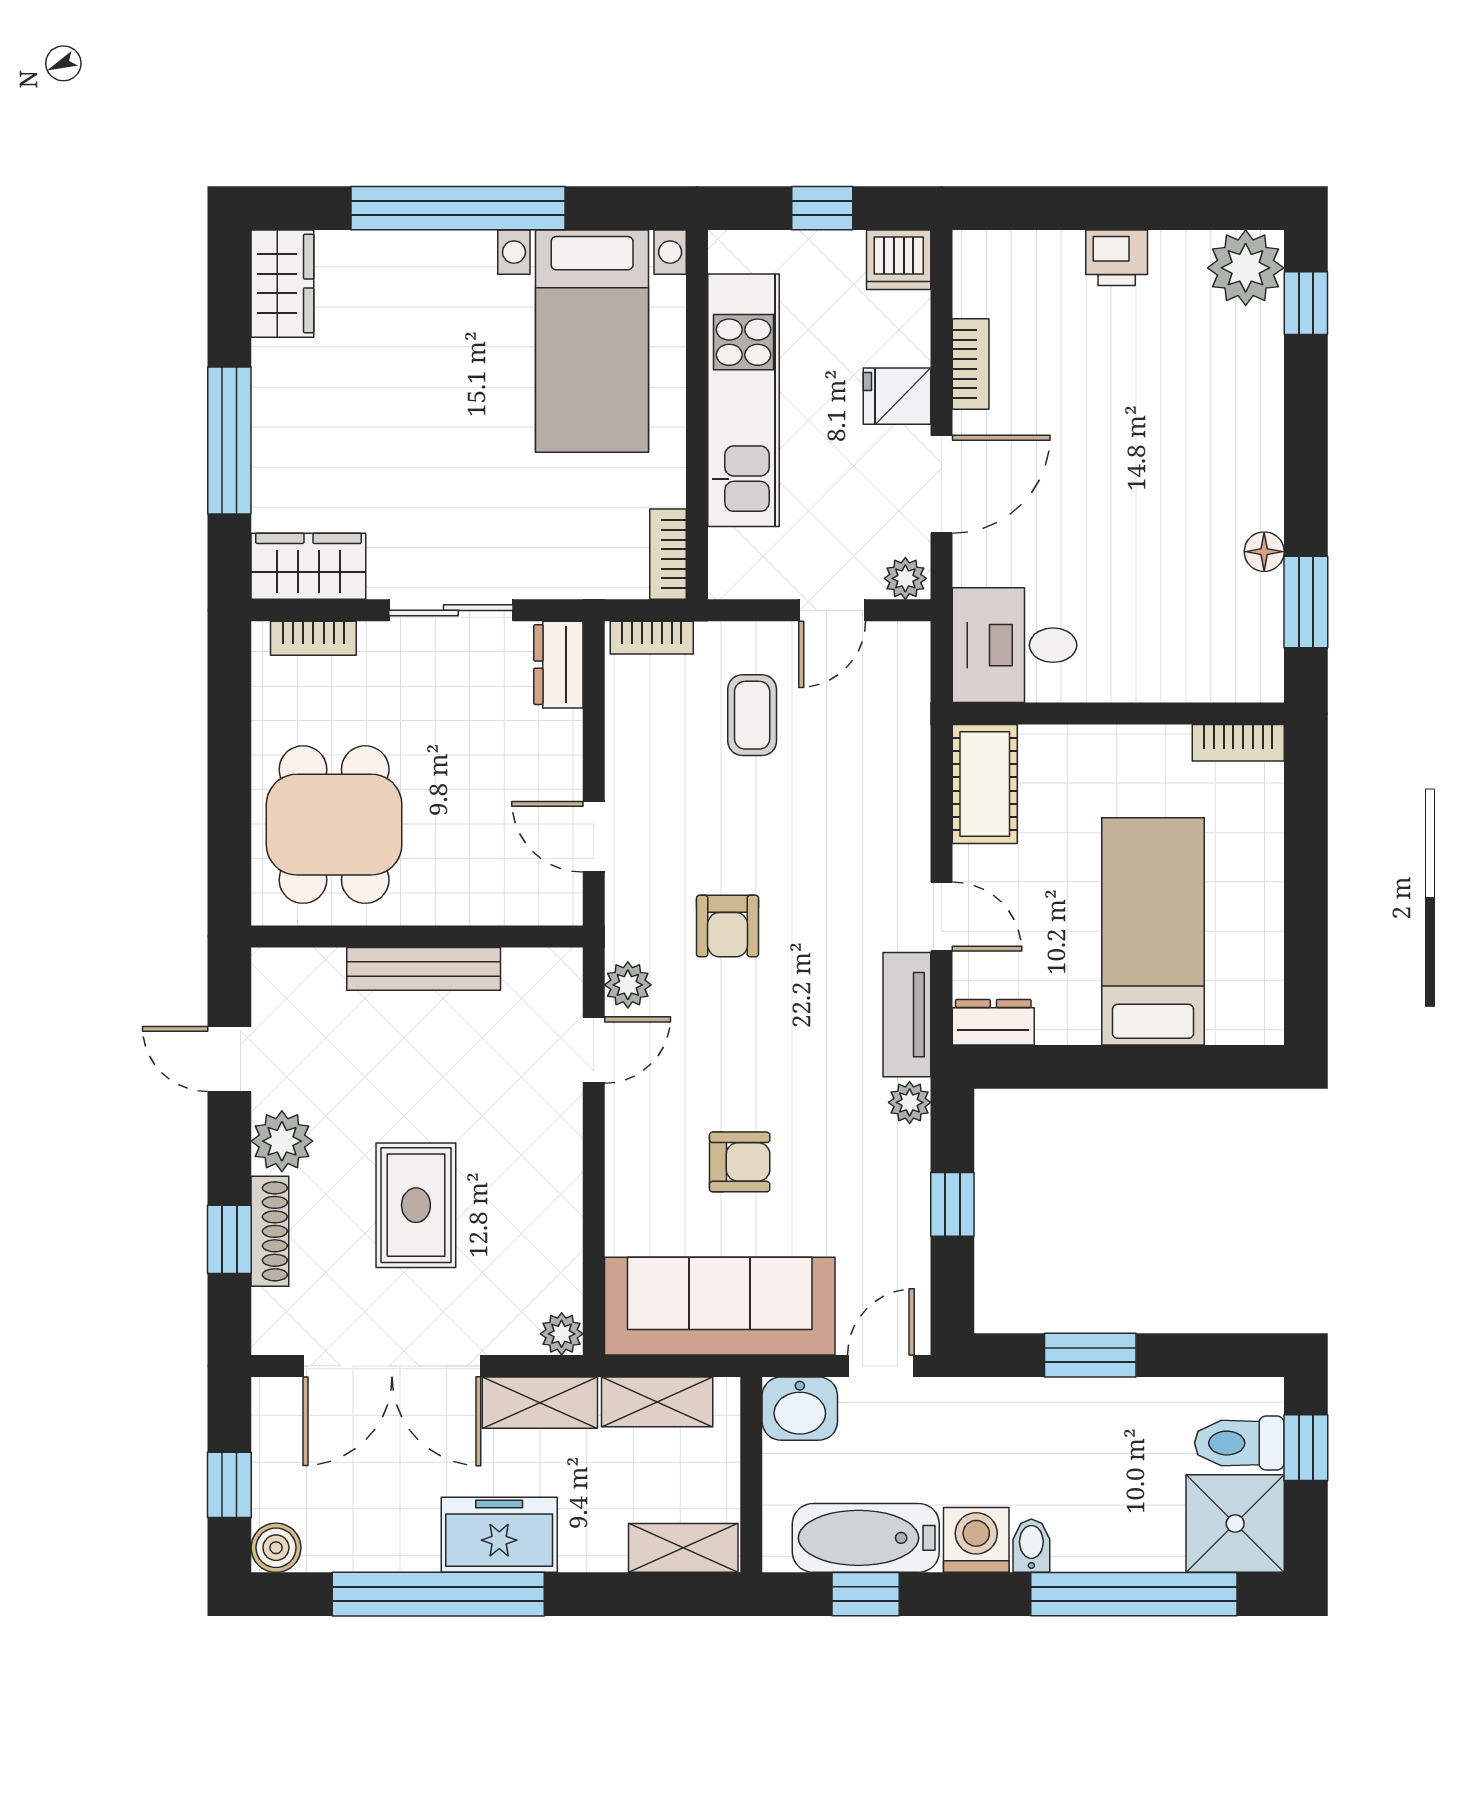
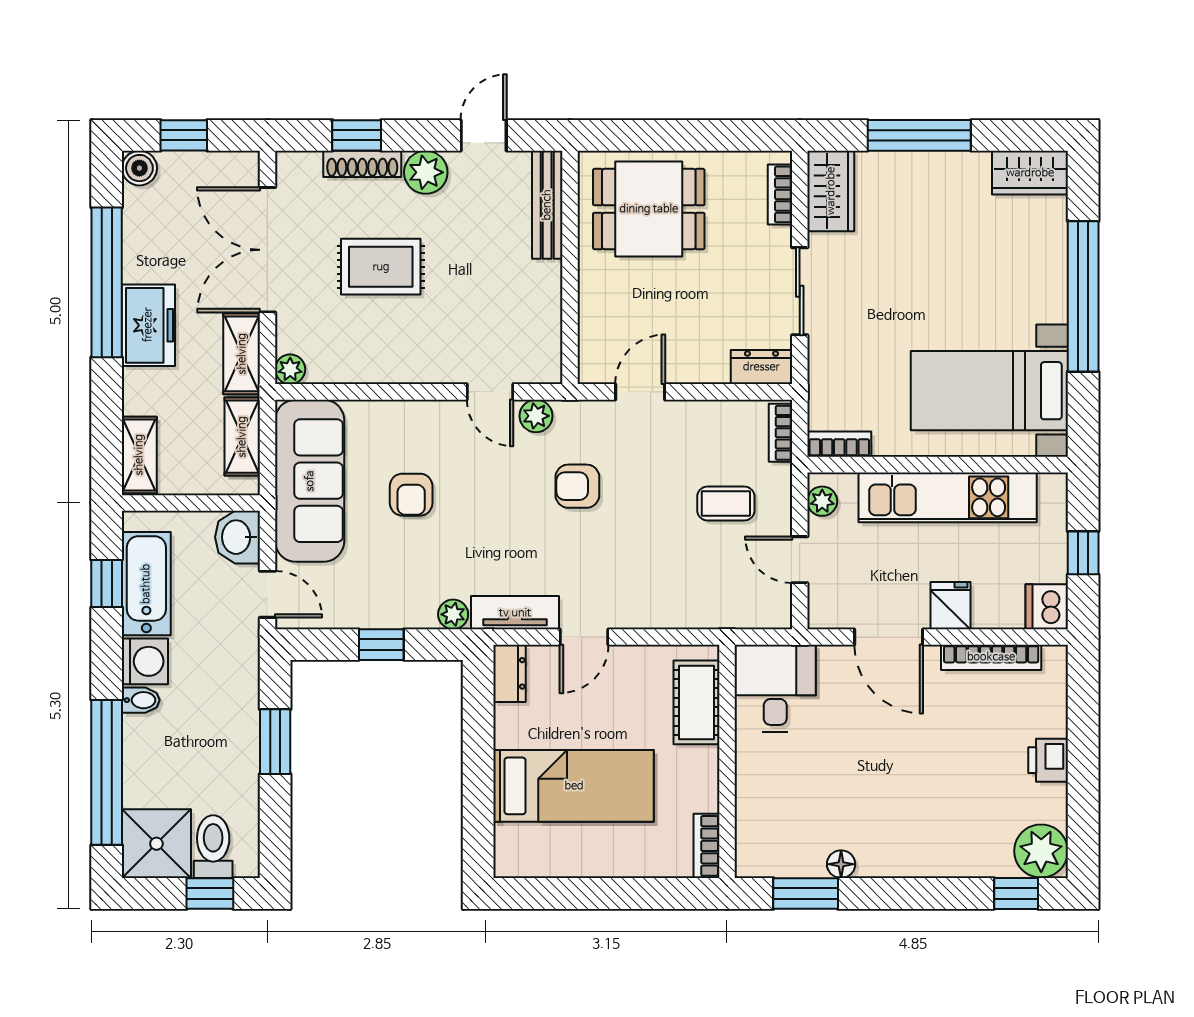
bookcase: (971, 364) -> (991, 657), width x1.56
plant: (905, 578) -> (822, 501), moved
cot: (985, 784) -> (697, 702), moved, turned 90
bench: (424, 969) -> (547, 205), moved

